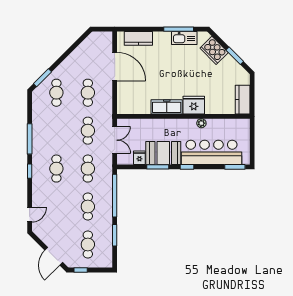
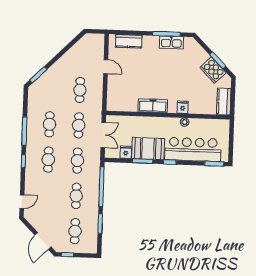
cooker: (214, 50) -> (213, 70), moved
door: (115, 67) -> (106, 67), width x0.53
cafe table: (56, 93) -> (50, 124), moved
fridge: (194, 105) -> (183, 107), width x0.53, depth x0.75

